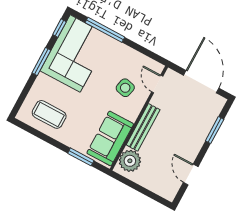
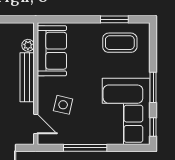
window: (105, 30) -> (85, 148), moved
window: (81, 157) -> (114, 19), moved
plant: (130, 161) -> (28, 45), width x0.53, depth x0.53

